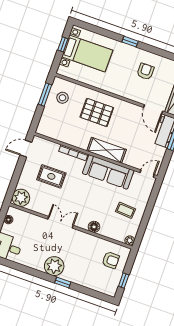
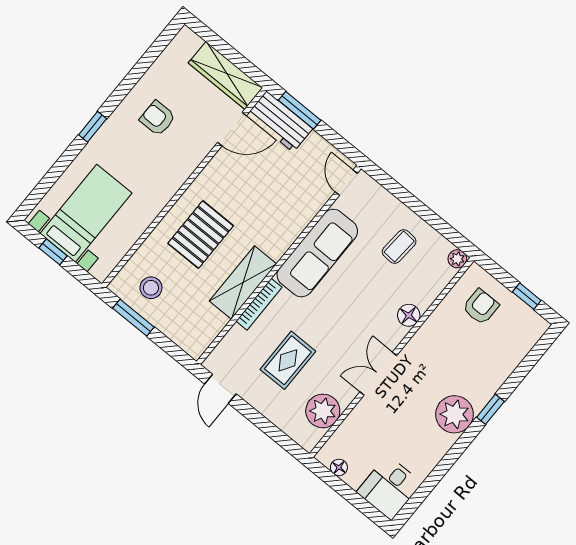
shelving: (107, 150) -> (243, 282), moved
plant: (21, 198) -> (323, 411), moved

